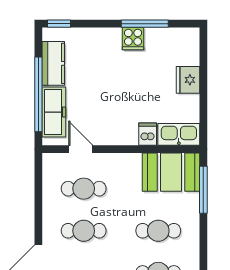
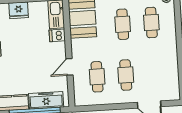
door: (81, 149) -> (70, 67), moved

